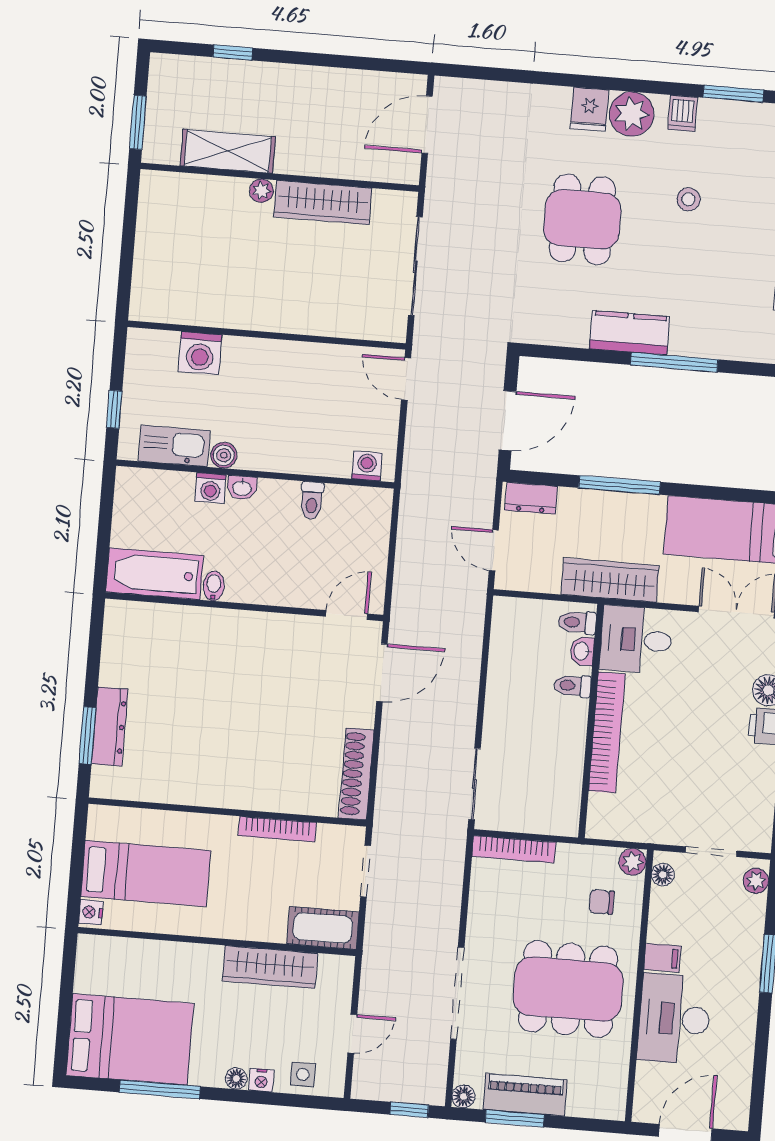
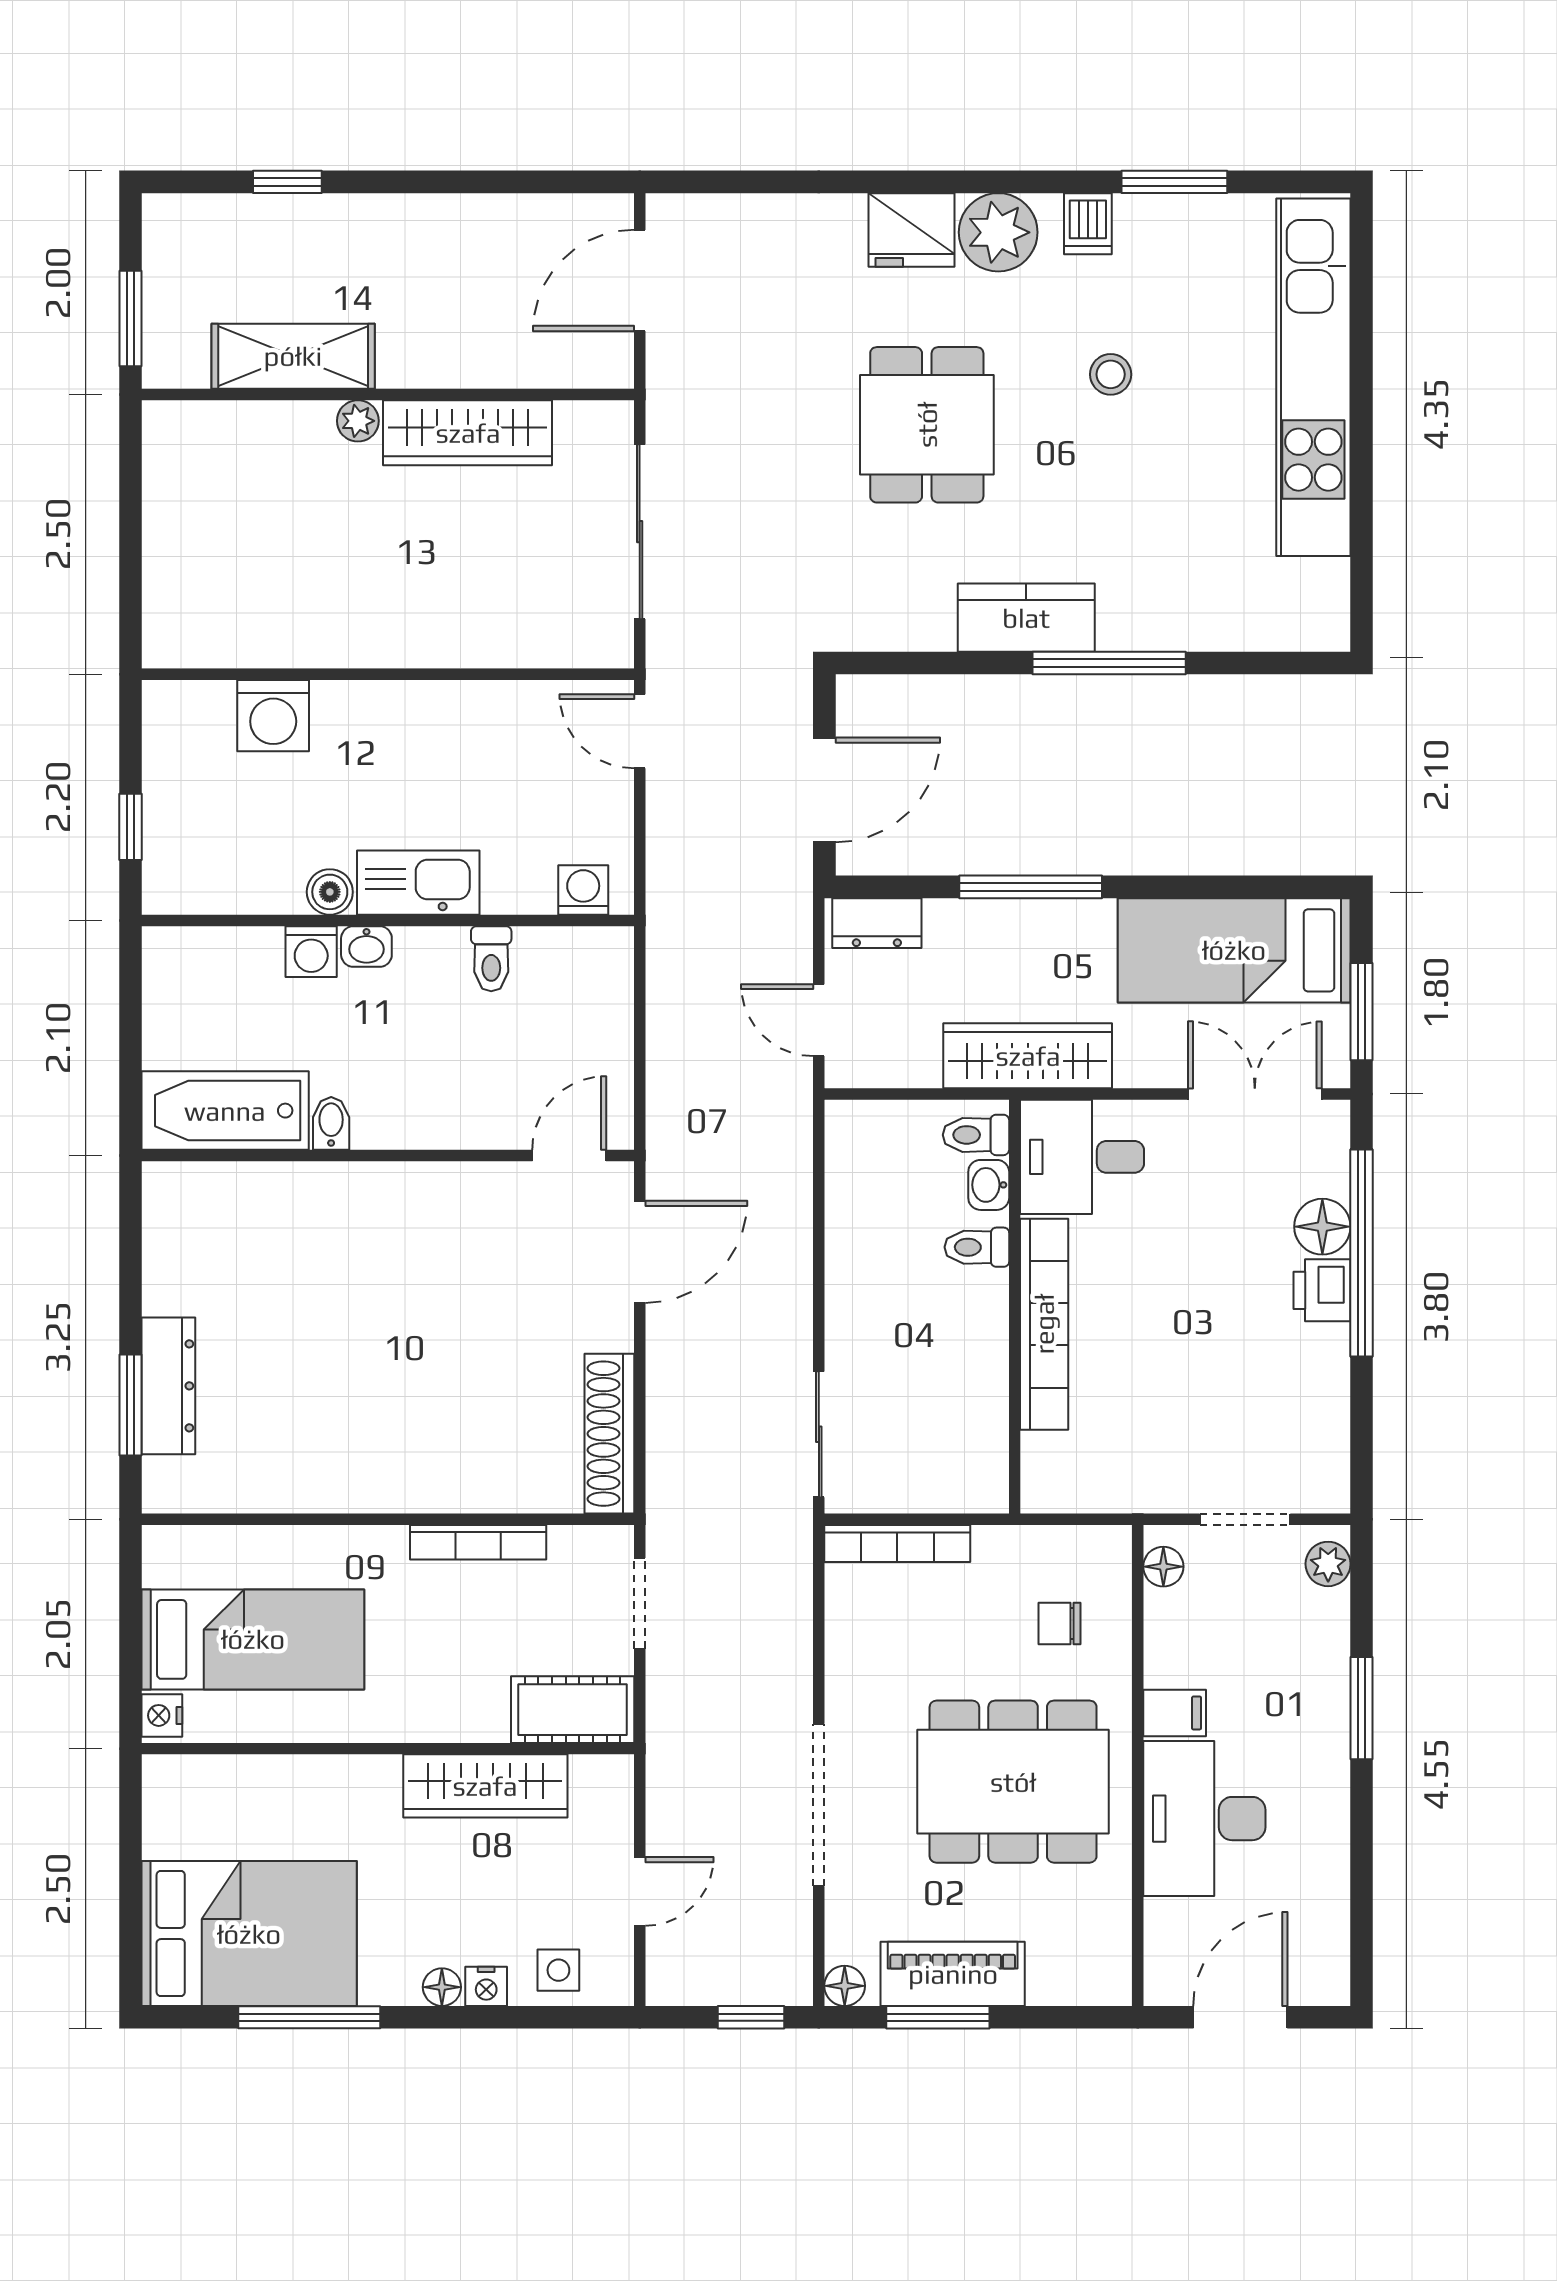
fridge: (589, 109) -> (912, 230), width x1.38
kitchen sink: (174, 446) -> (418, 883), moved
plant: (633, 862) -> (1108, 1548), removed

